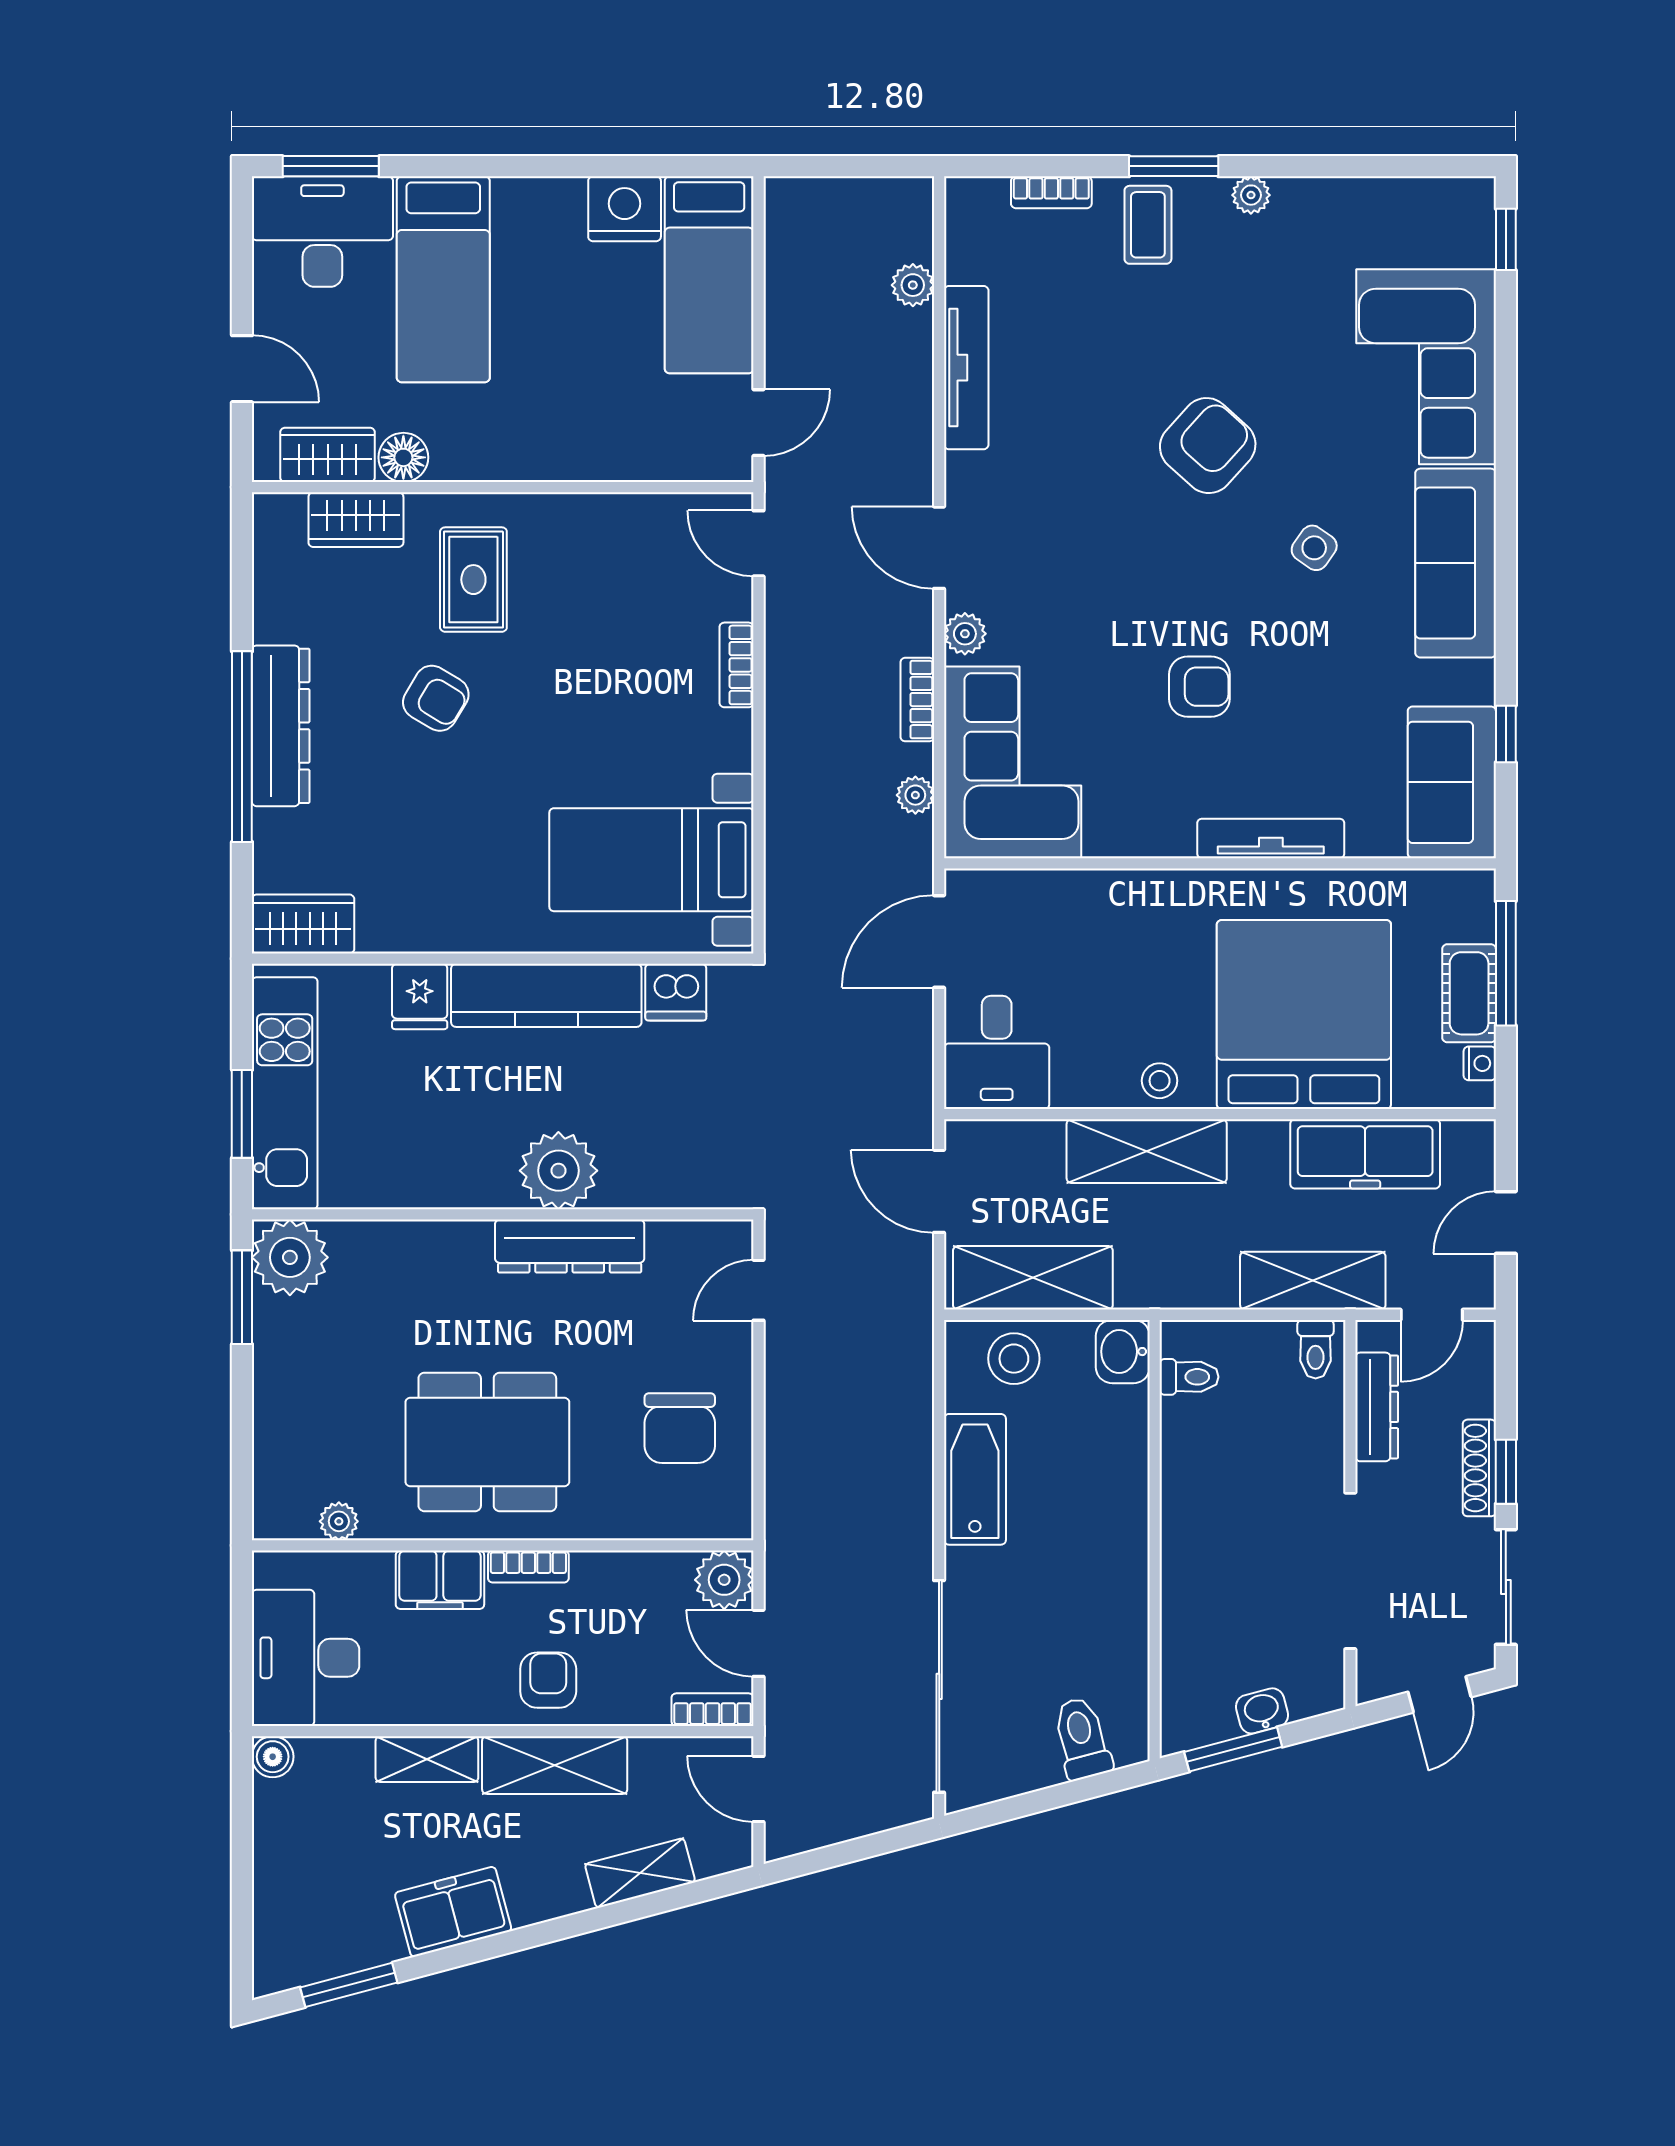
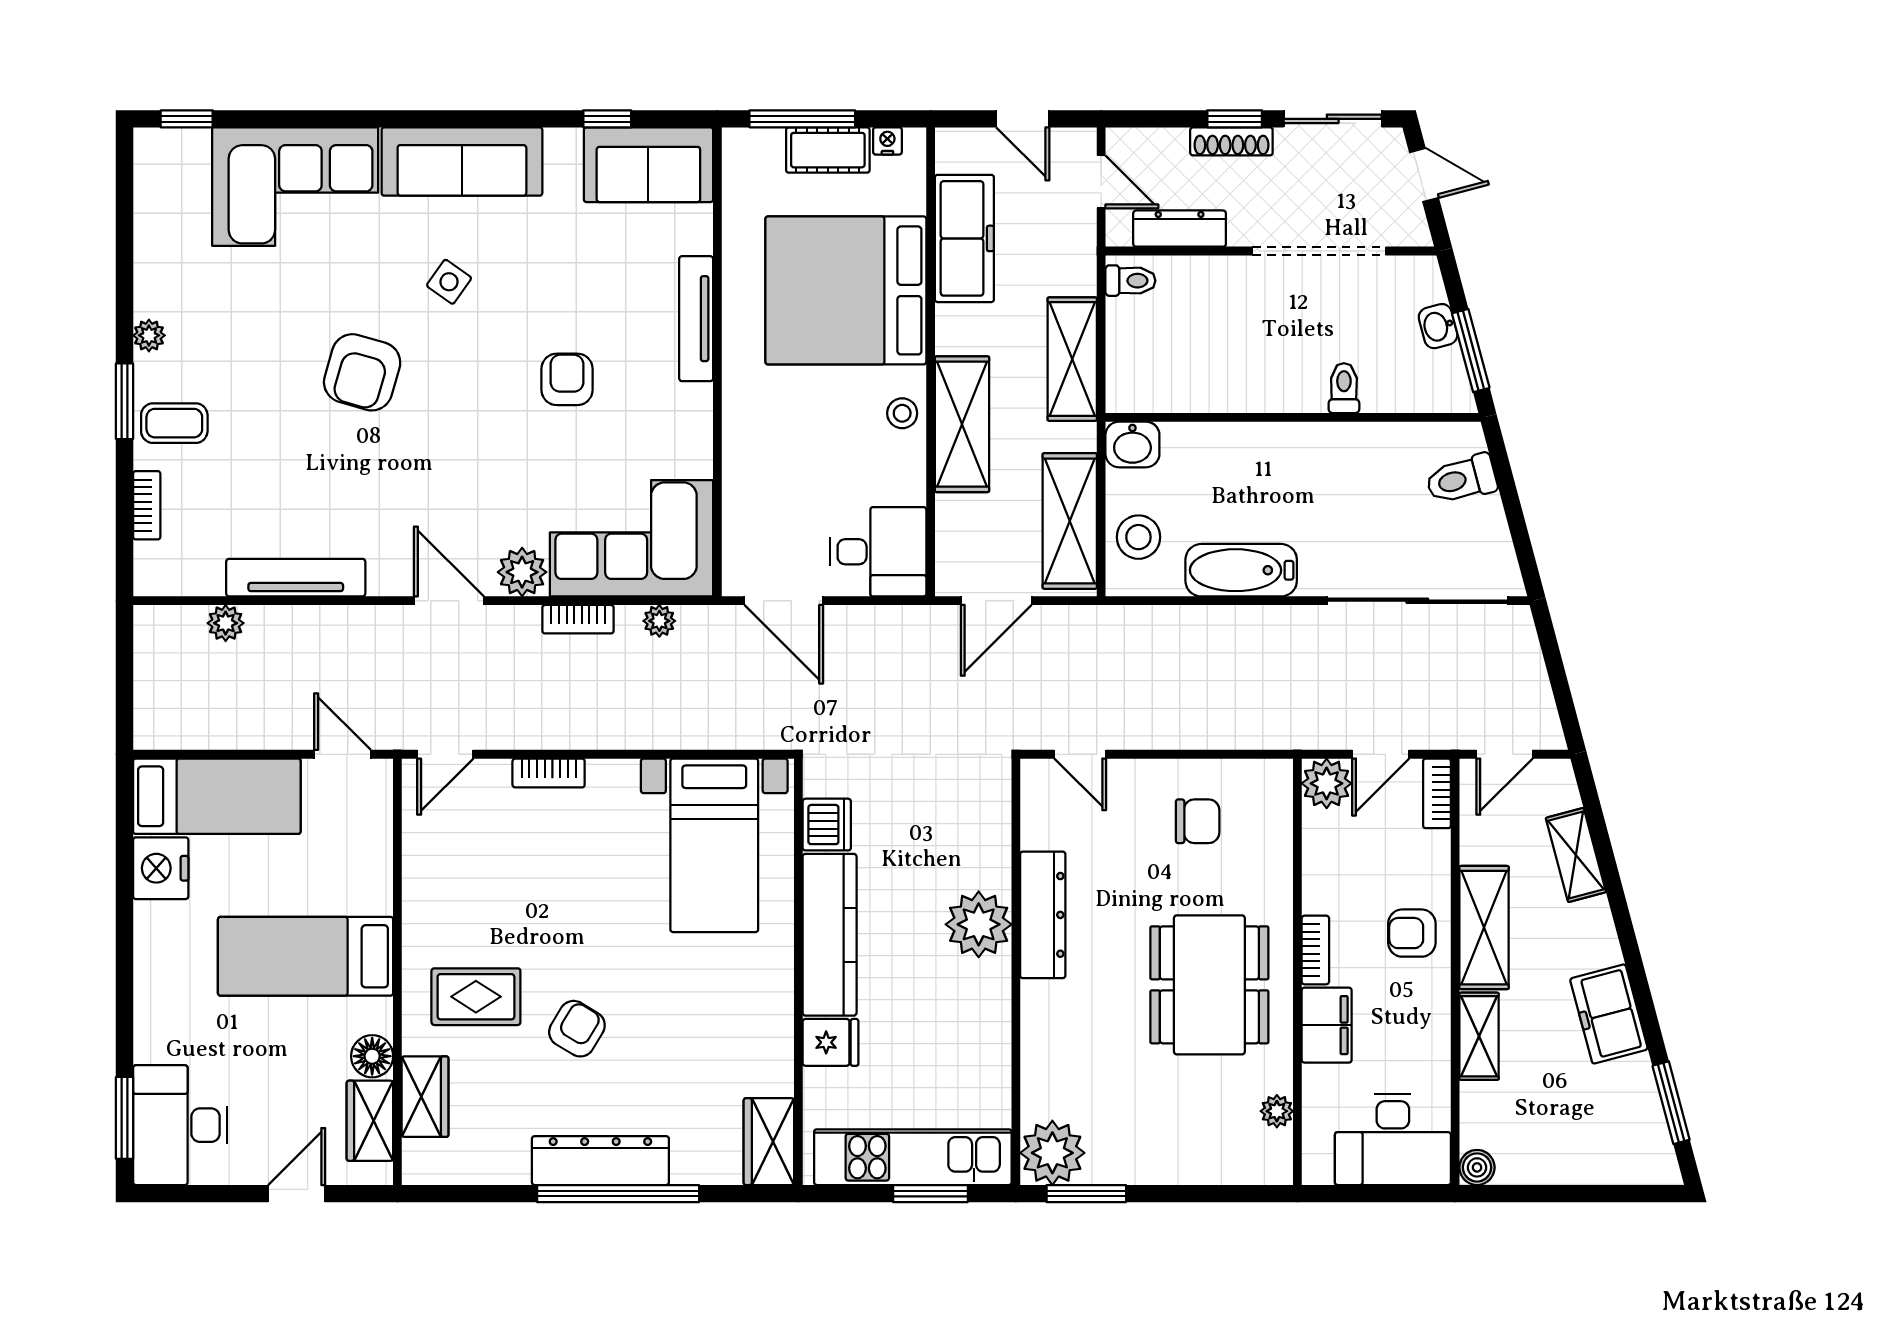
bed: (443, 279) -> (306, 956), moved, turned 180
armchair: (1208, 446) -> (362, 372), turned -116
door: (939, 548) -> (449, 601), swing flipped
plant: (965, 634) -> (522, 572), width x1.38, depth x1.38
shelving: (1313, 1281) -> (1072, 359), moved
toilet: (1189, 1377) -> (1344, 388), moved
chair: (680, 1428) -> (1198, 821), width x0.73, depth x0.73

